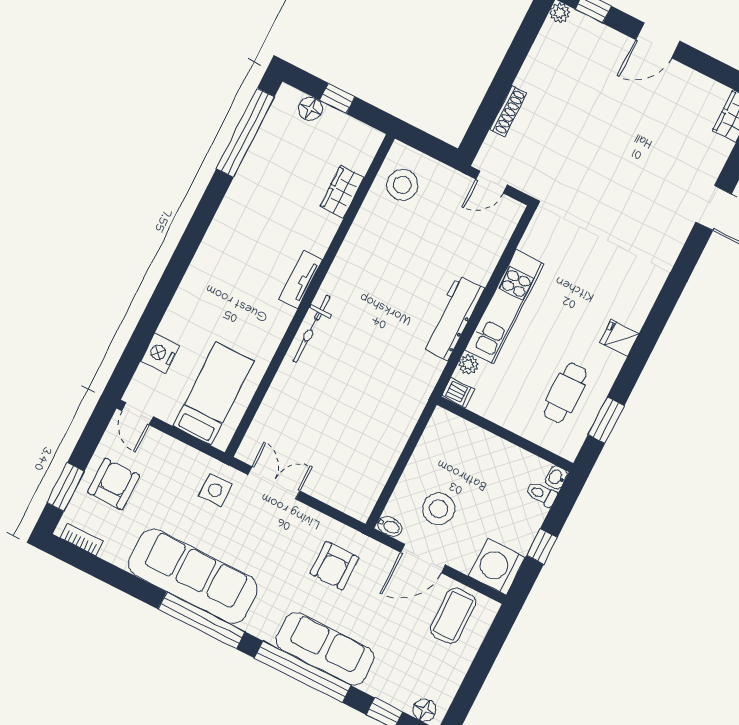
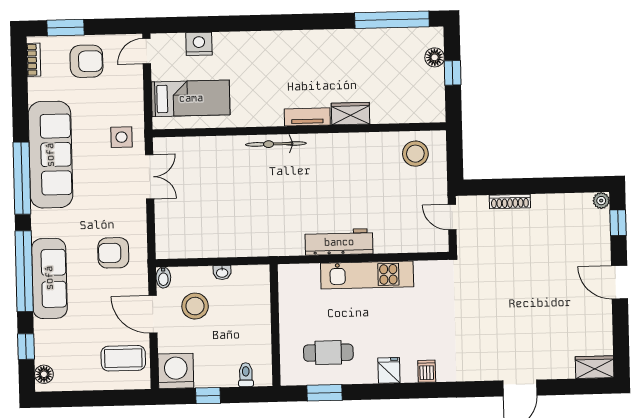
wardrobe: (342, 192) -> (350, 114), moved
plant: (468, 364) -> (311, 271), removed
dishwasher: (458, 393) -> (427, 371), moved, turned 180
washbasin: (556, 477) -> (222, 273), moved, turned 180

